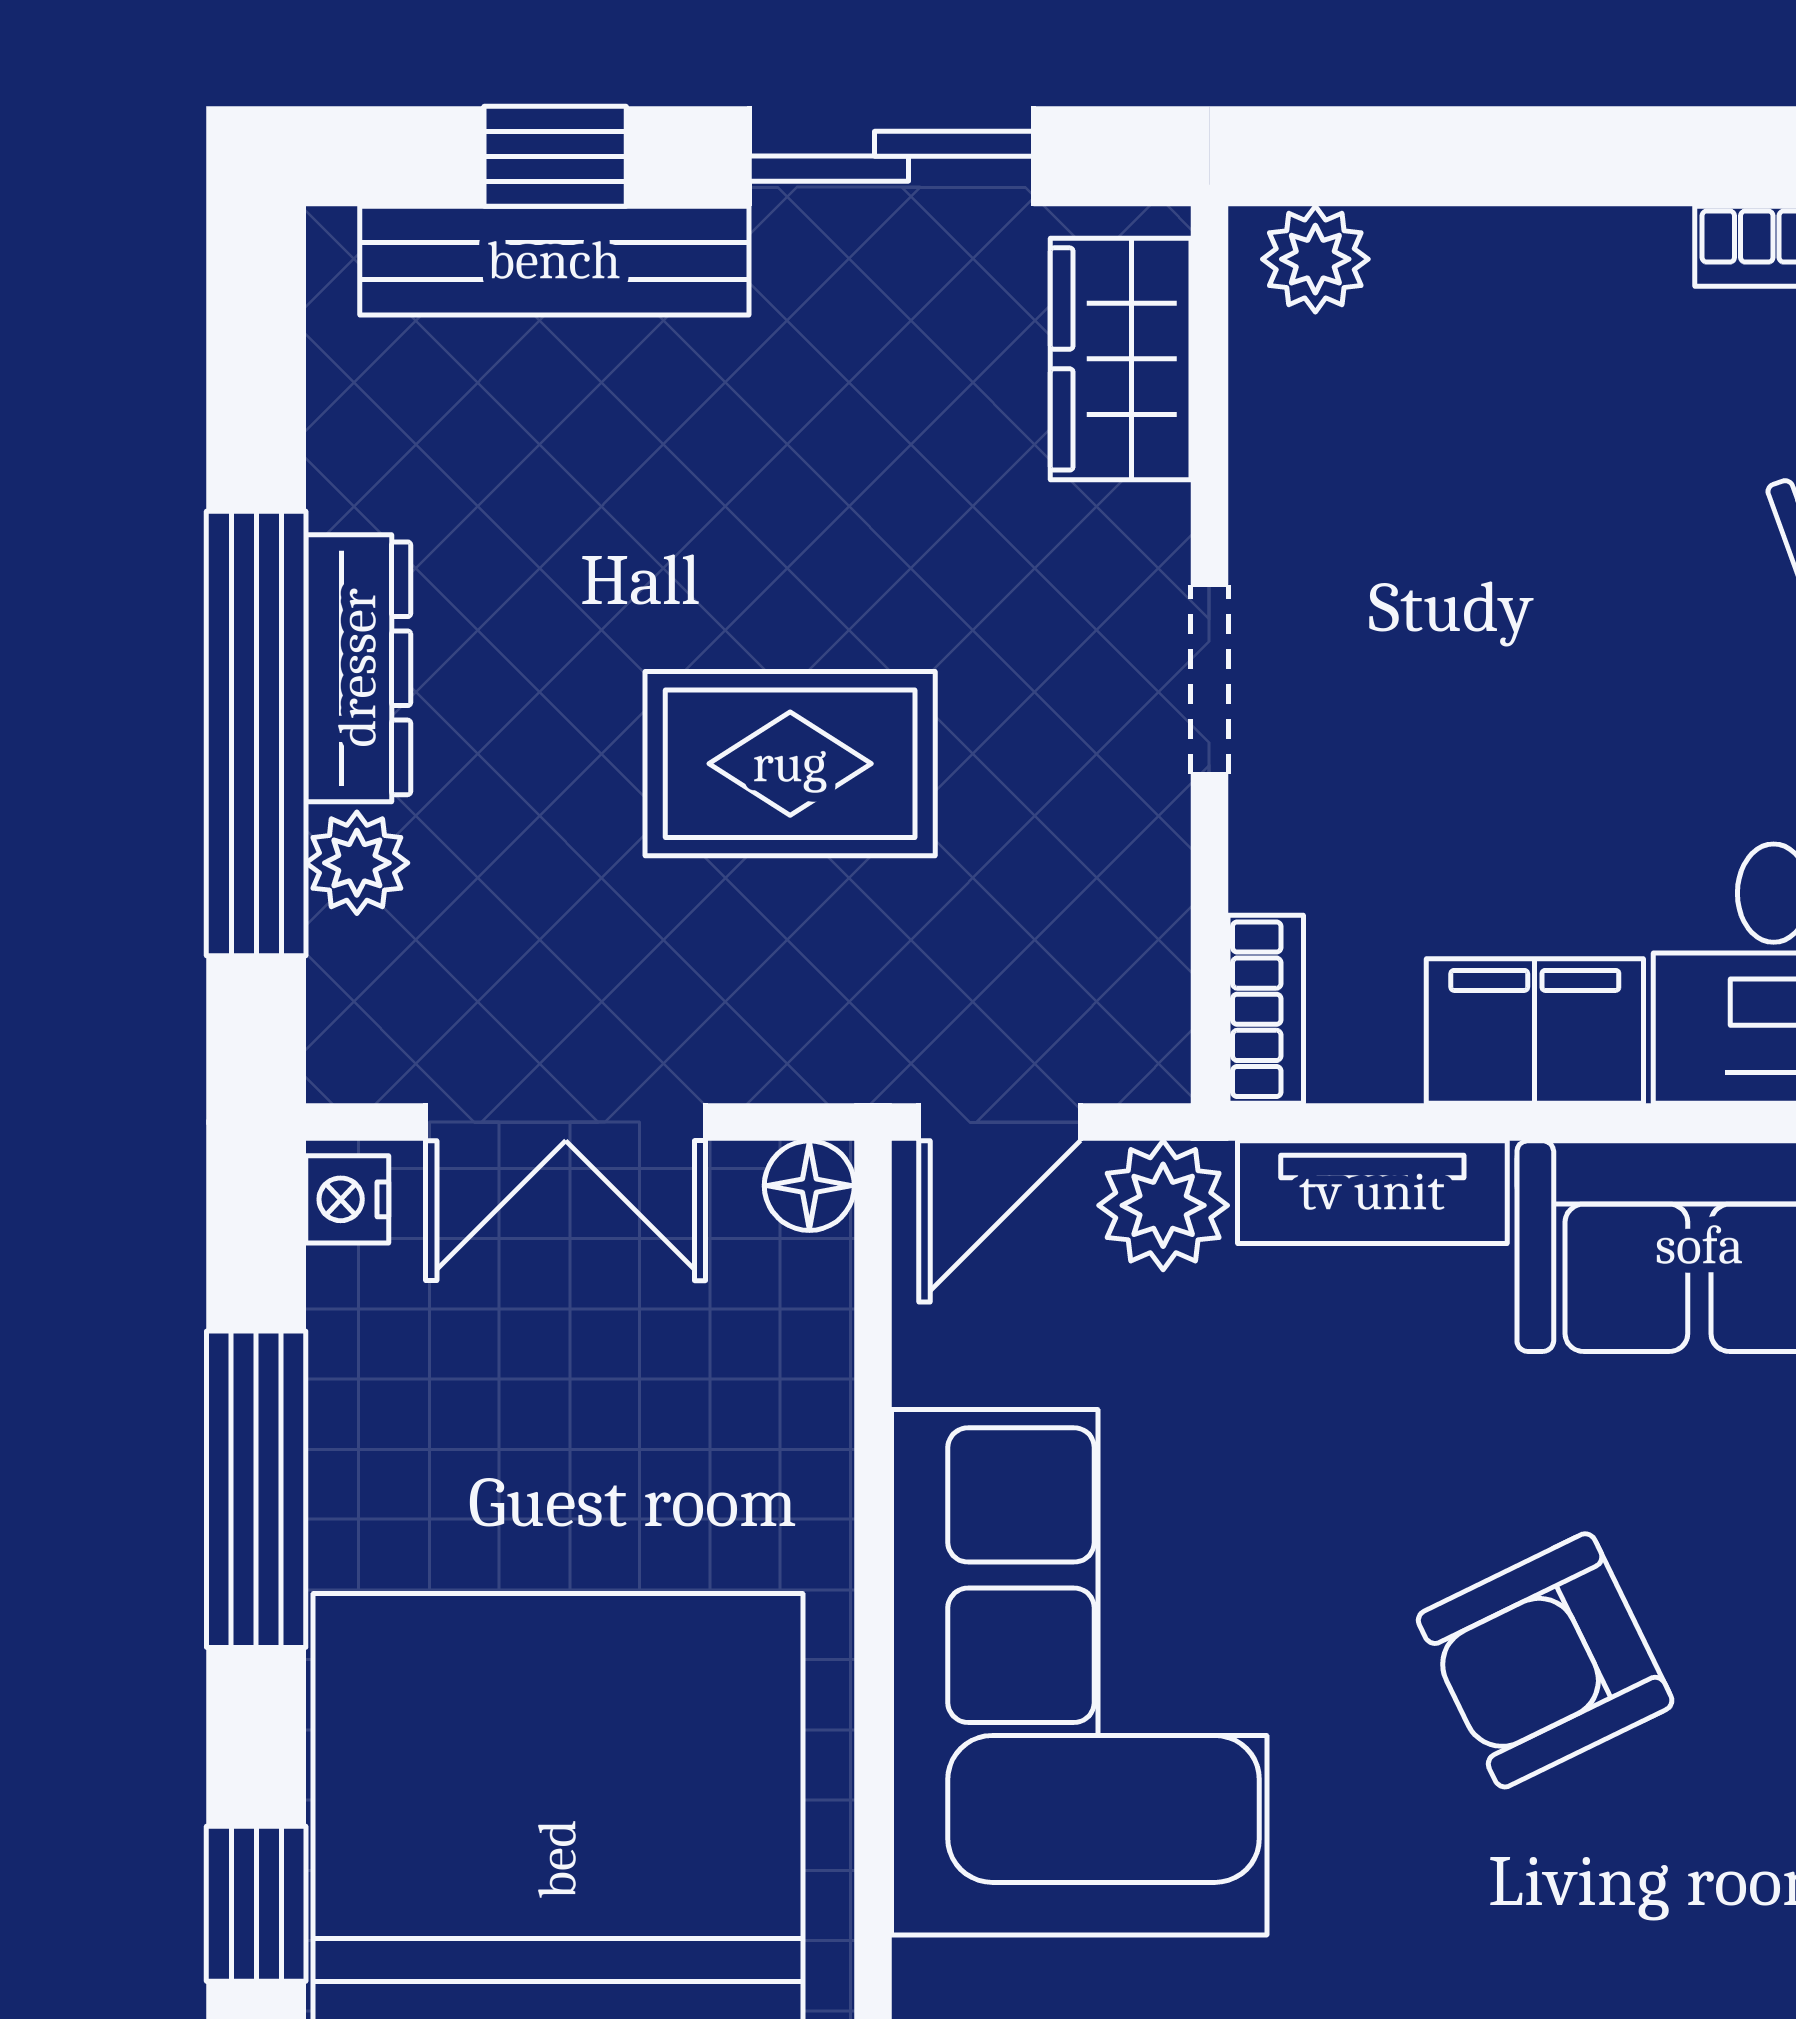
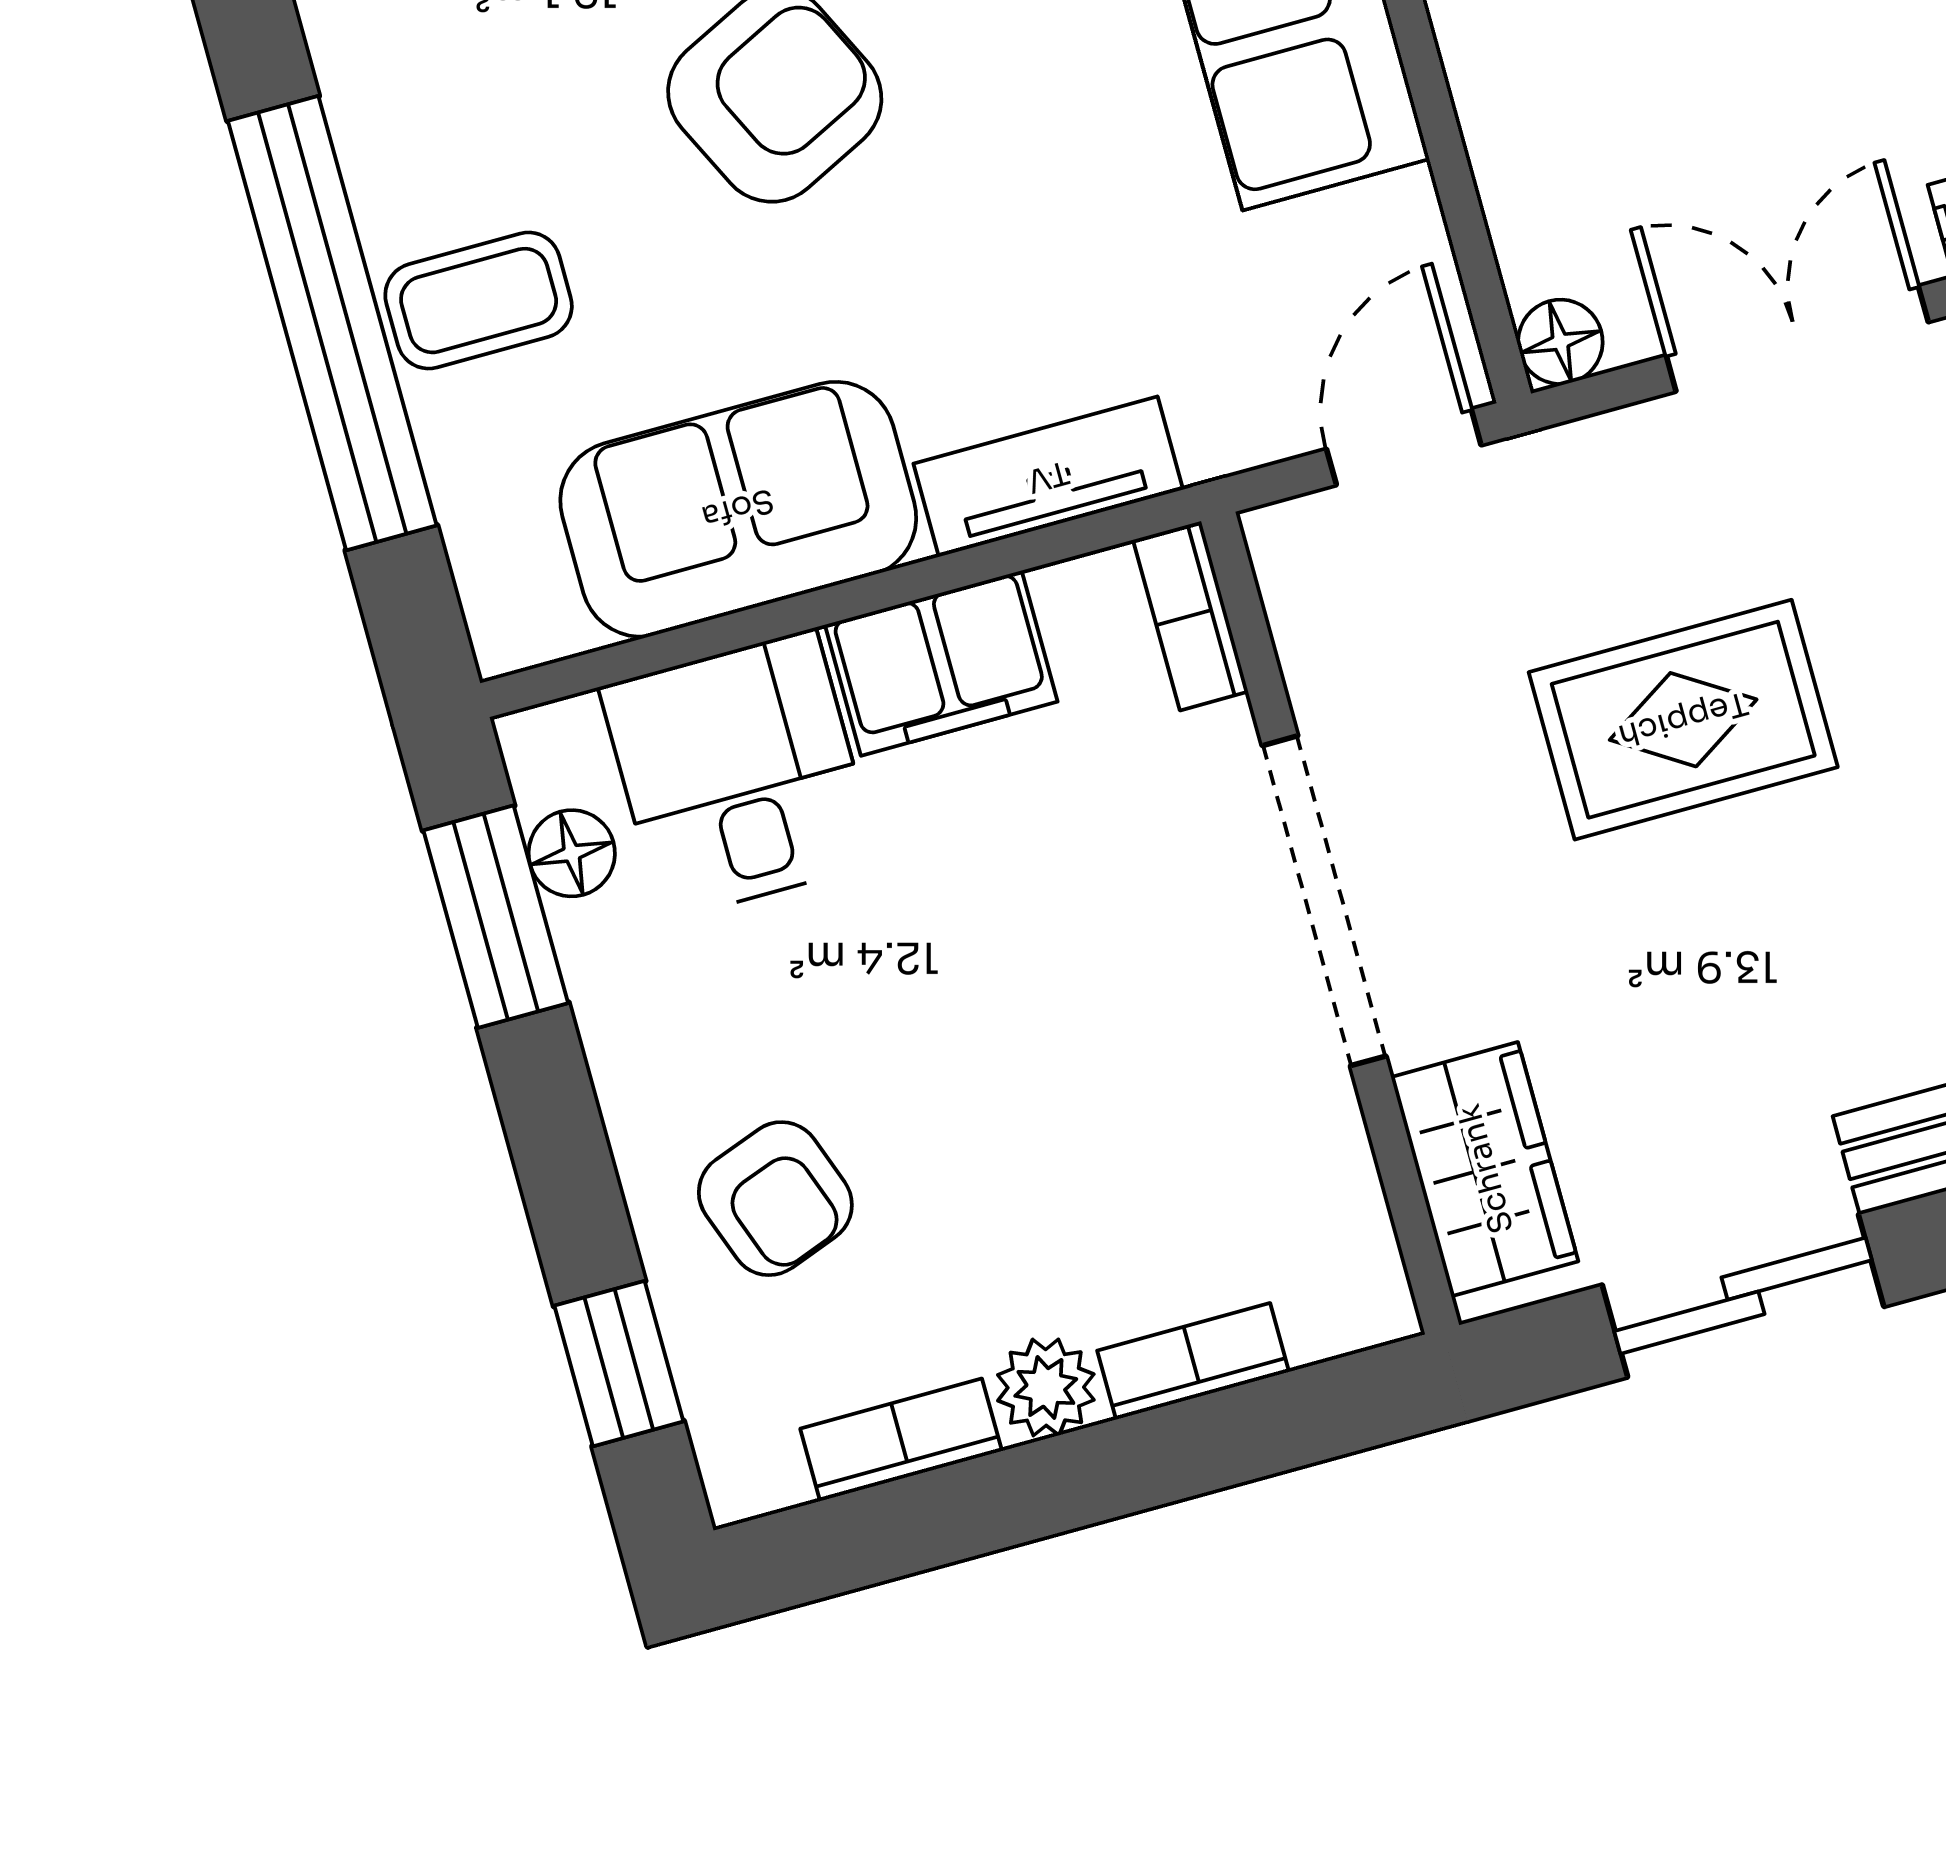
bookcase: (1474, 244) -> (1193, 1361), added
plant: (1315, 259) -> (1046, 1387), moved
doorway: (1209, 679) -> (1324, 901), width x1.88
plant: (1163, 1205) -> (1235, 412), removed

